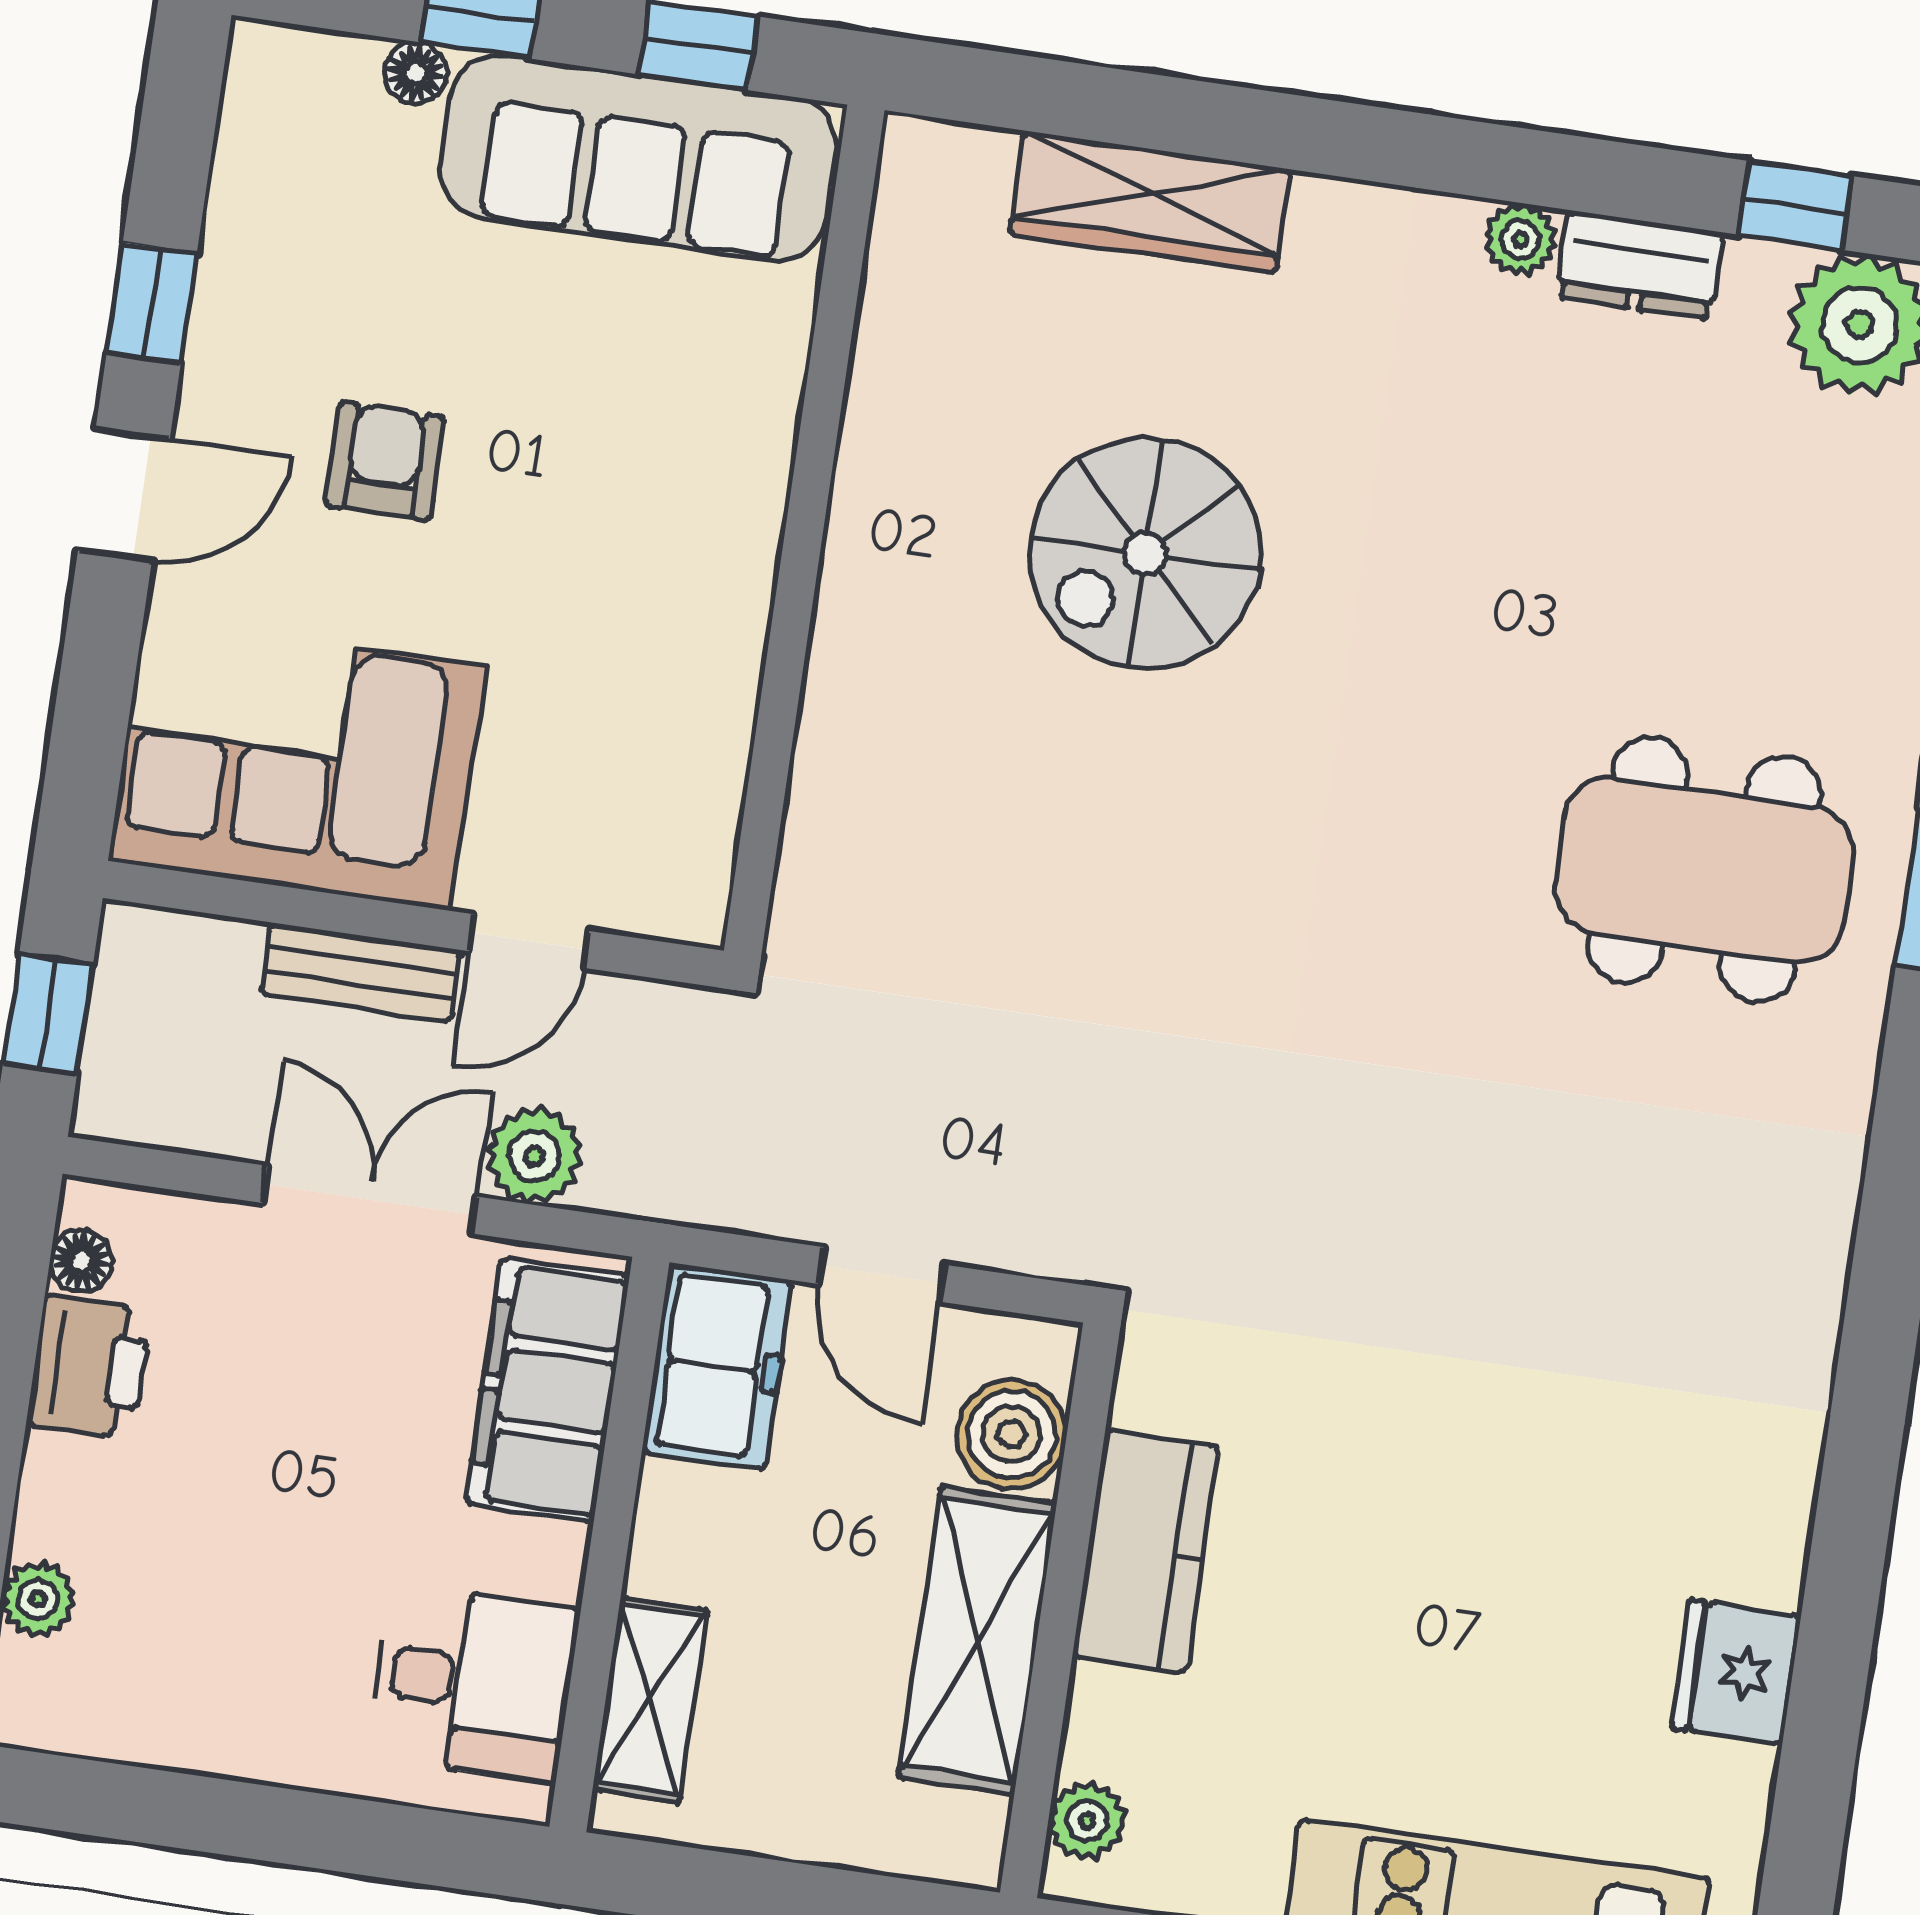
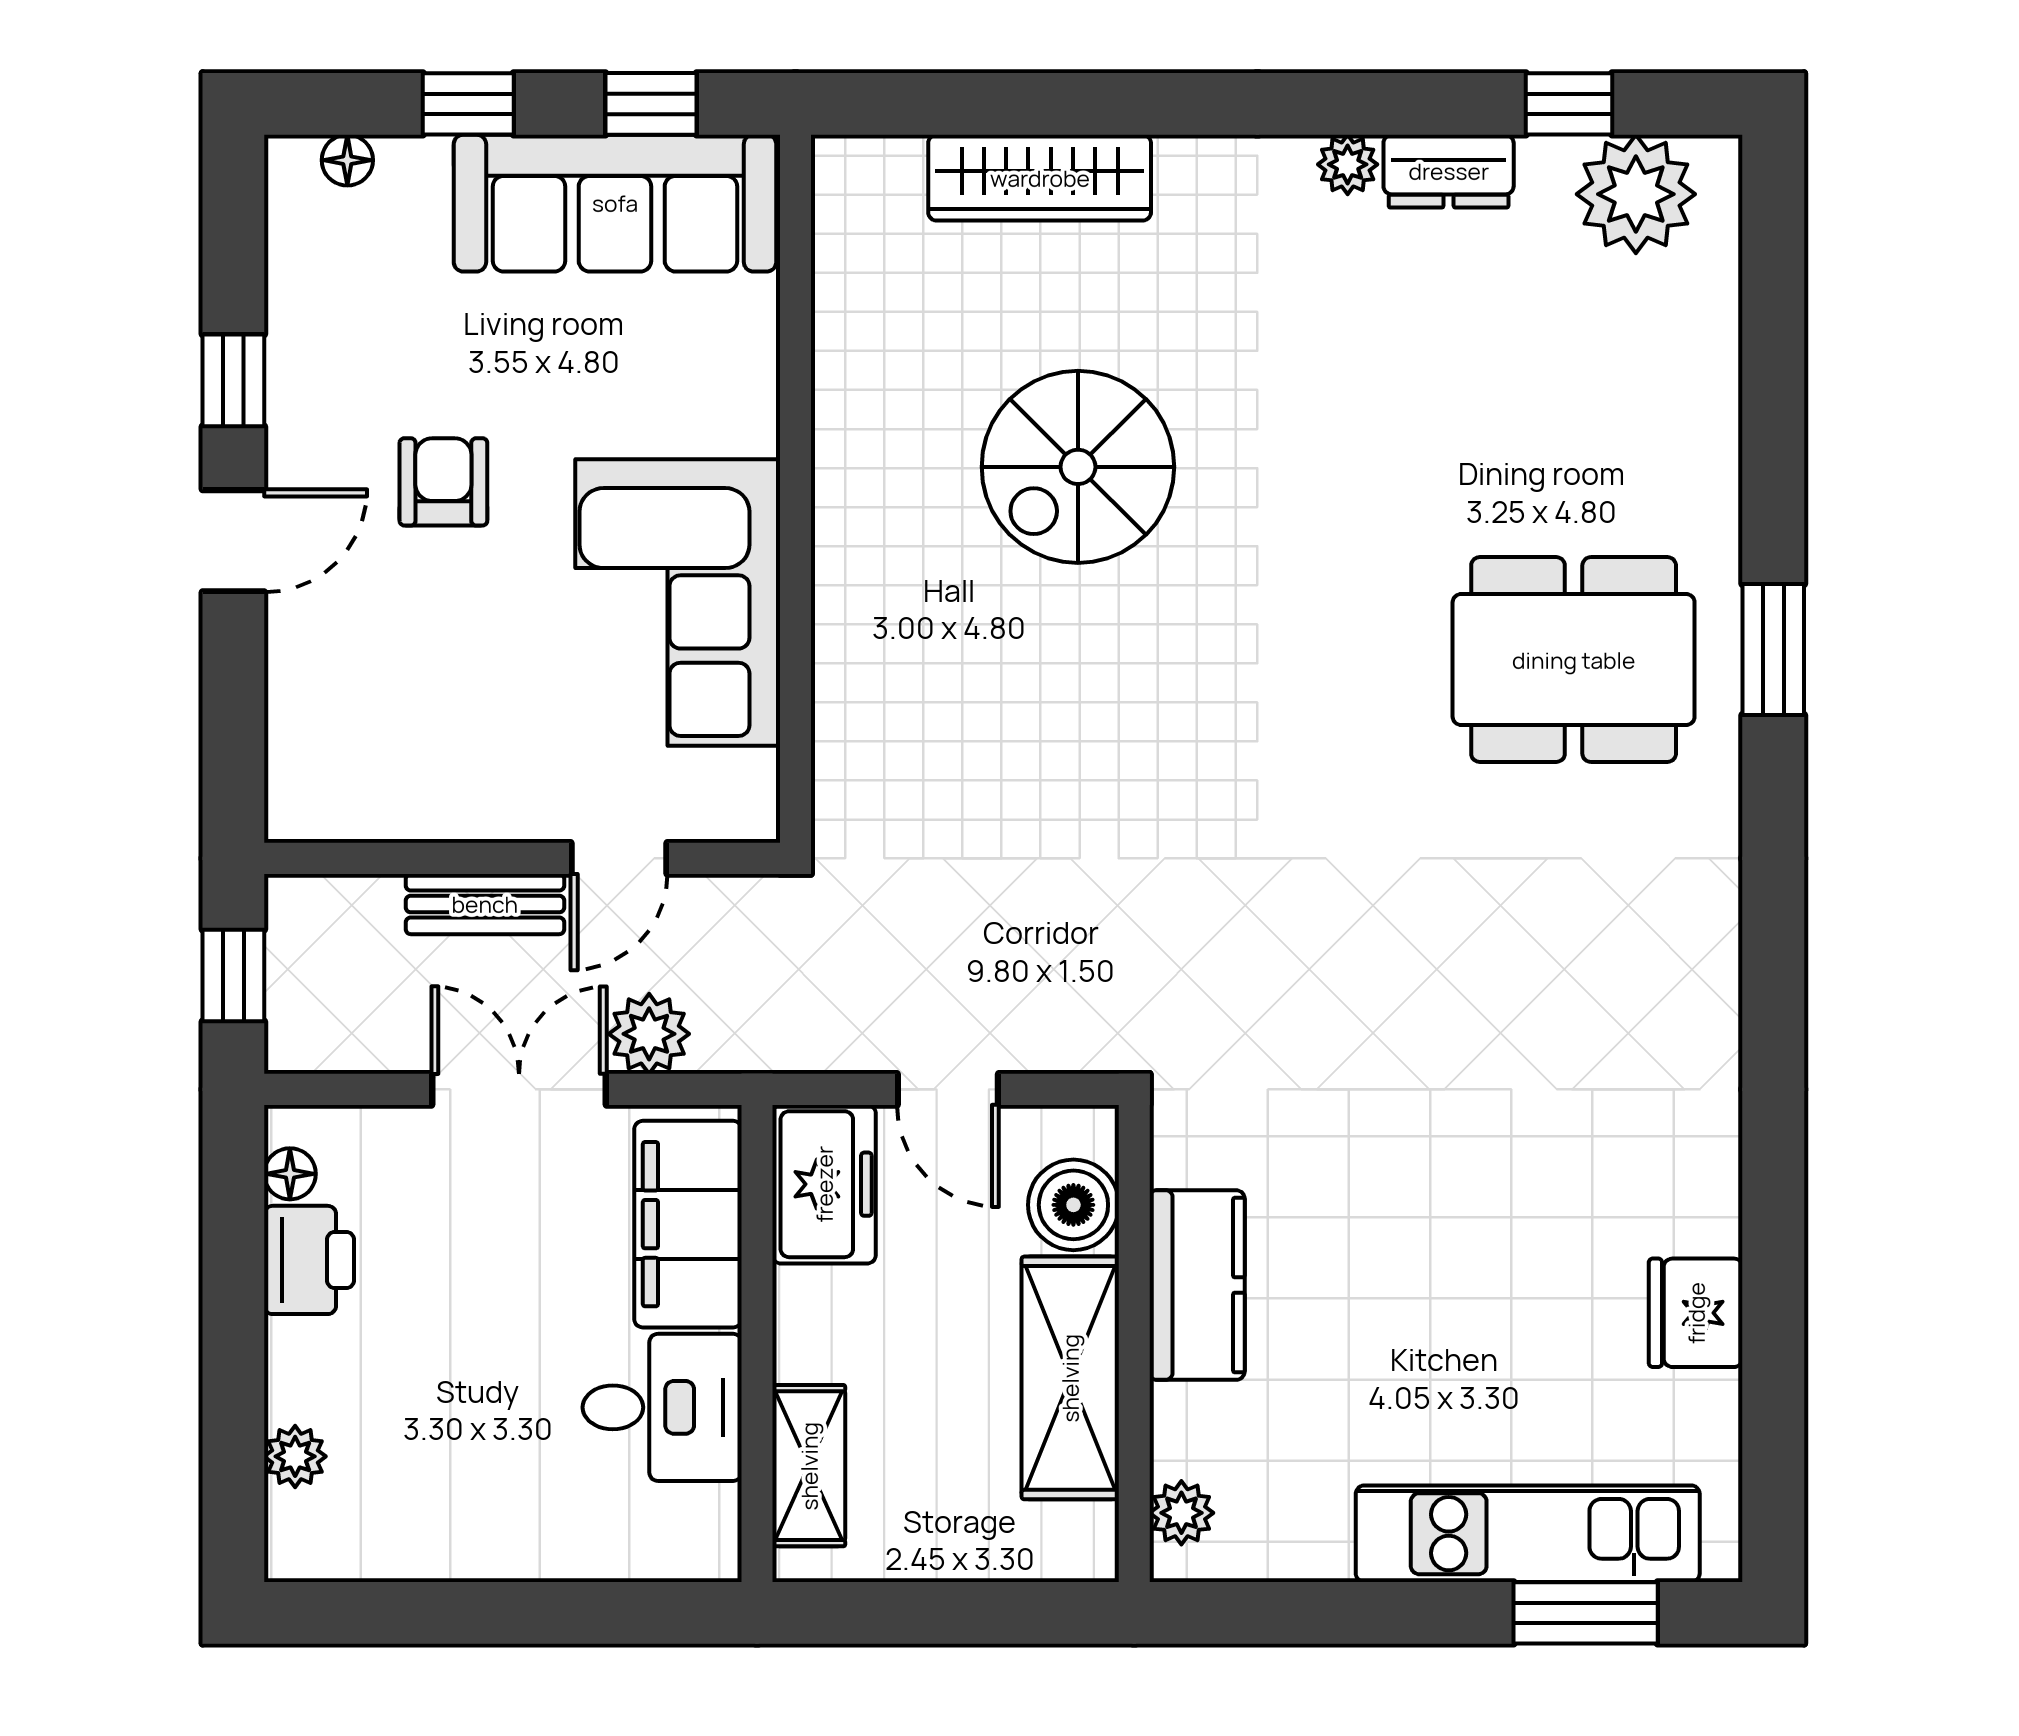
floor lamp: (415, 73) -> (347, 160), moved
corner sofa: (297, 764) -> (678, 603), moved, turned -90
desk: (473, 1683) -> (662, 1407), moved

